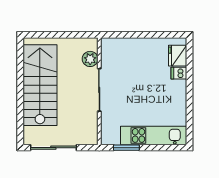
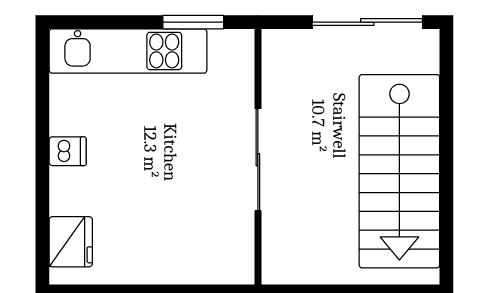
plant: (90, 59) -> (280, 234), removed
dishwasher: (179, 73) -> (68, 151), moved

